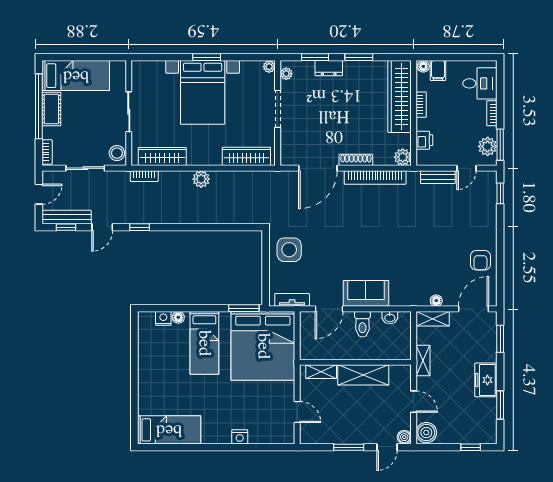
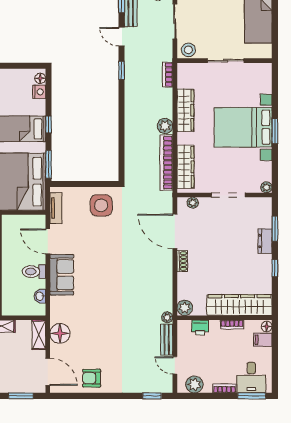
window: (359, 57) -> (275, 268), width x0.67
plant: (286, 74) -> (193, 203), moved
window: (500, 145) -> (252, 396), moved
wardrobe: (162, 156) -> (185, 110), moved
shoe rack: (356, 160) -> (182, 261), width x0.70
plant: (413, 177) -> (167, 317), added
bookcase: (375, 178) -> (166, 163), moved
floor lamp: (436, 301) -> (60, 333), width x1.89, depth x1.89
window: (199, 308) -> (48, 124), added
floor lamp: (178, 317) -> (40, 78), moved

